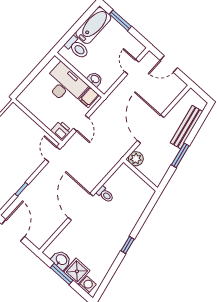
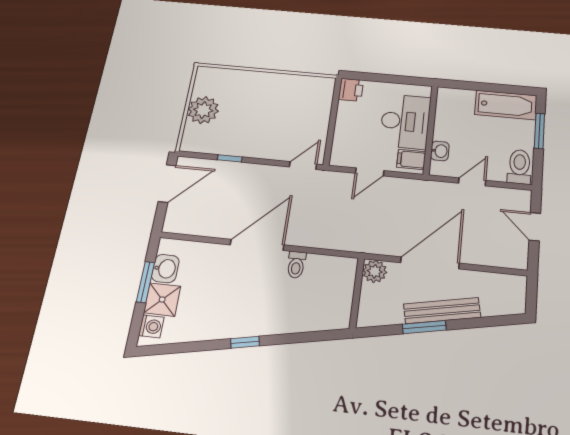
toilet: (77, 48) -> (519, 167), moved, turned 180
door: (132, 67) -> (472, 182), moved
bench: (187, 127) -> (442, 311), moved
printer: (61, 131) -> (351, 90), moved

